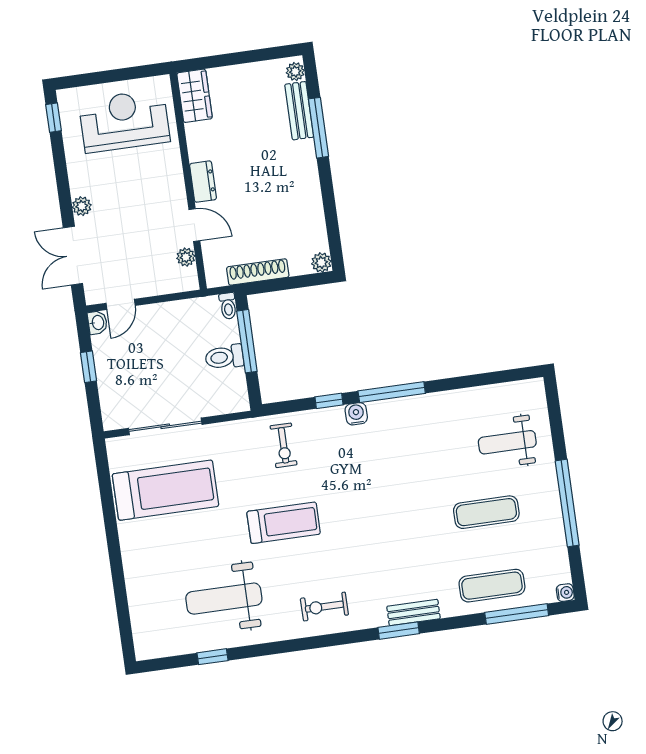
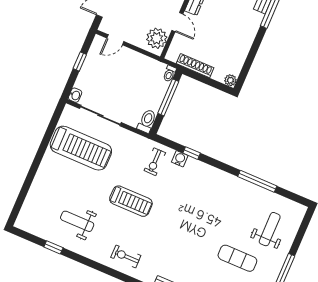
plant: (186, 257) -> (157, 38), width x1.88, depth x1.88
washbasin: (97, 323) -> (75, 95), moved
toilet: (224, 357) -> (147, 121), moved, turned 90
window: (392, 392) -> (257, 181), moved
water cooler: (356, 414) -> (180, 159), moved
weight bench: (507, 442) -> (270, 229), turned 90
weight bench: (224, 599) -> (77, 221), width x0.73, depth x0.75

